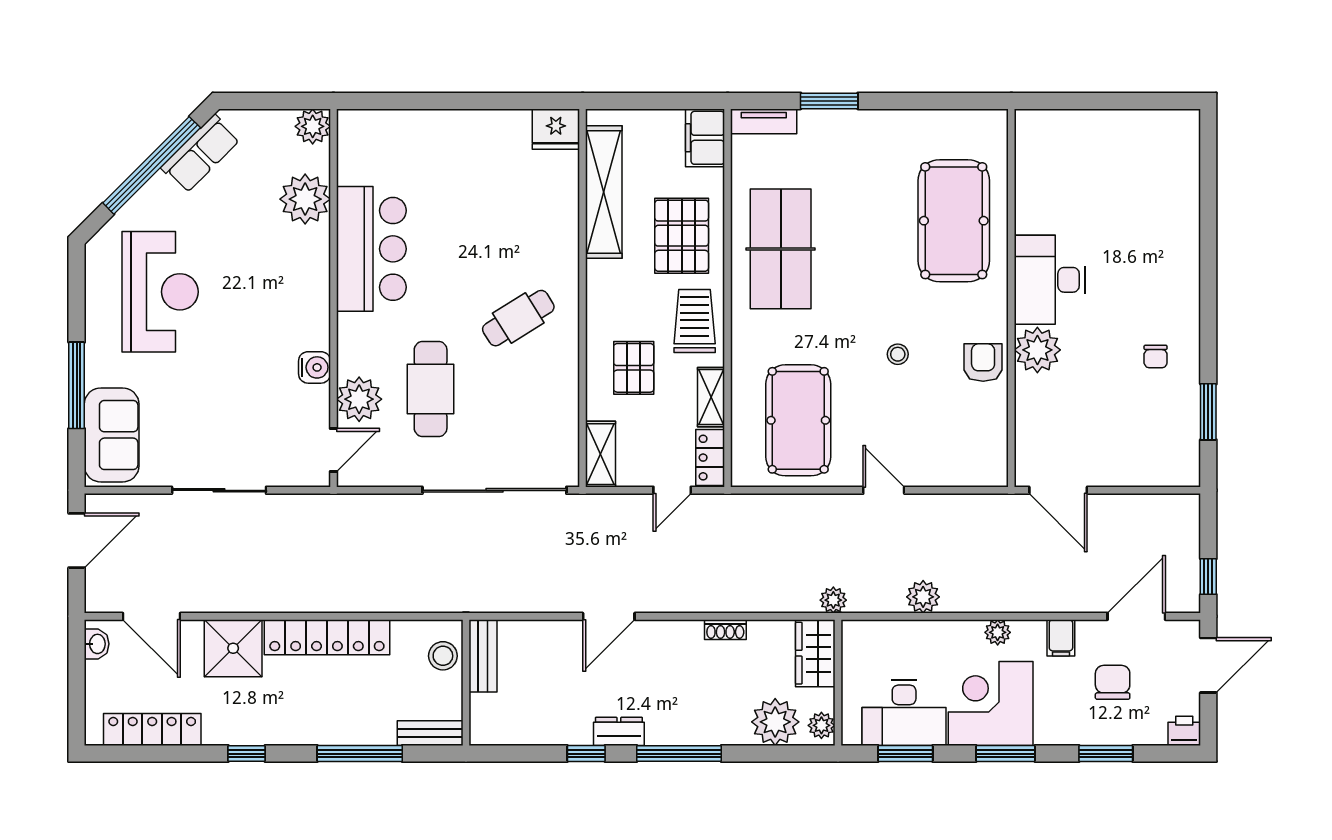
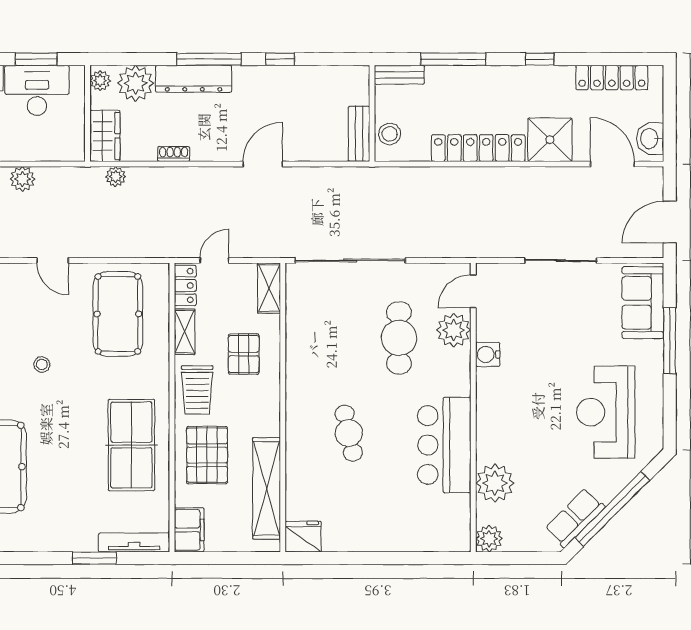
tv unit: (764, 121) -> (134, 542), width x1.41
cafe table: (518, 318) -> (349, 433), moved, turned -70
plant: (833, 600) -> (116, 177), moved
washbasin: (97, 644) -> (650, 139), width x1.38, depth x1.45
dresser: (619, 731) -> (194, 79), moved, width x1.96, depth x1.24

